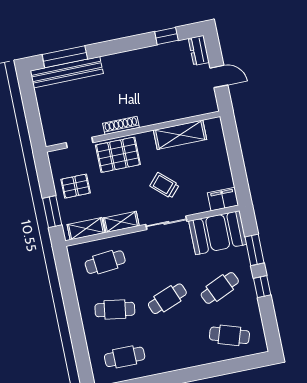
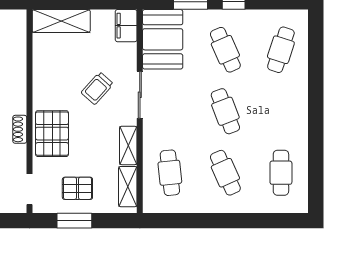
shoe rack: (121, 125) -> (20, 129), width x0.70
shelving: (180, 135) -> (61, 21), moved, turned 90
doorway: (80, 143) -> (29, 189), moved
pallet: (76, 186) -> (77, 188), turned 90
window: (52, 212) -> (74, 221), moved
cafe table: (115, 310) -> (225, 173), turned -33

